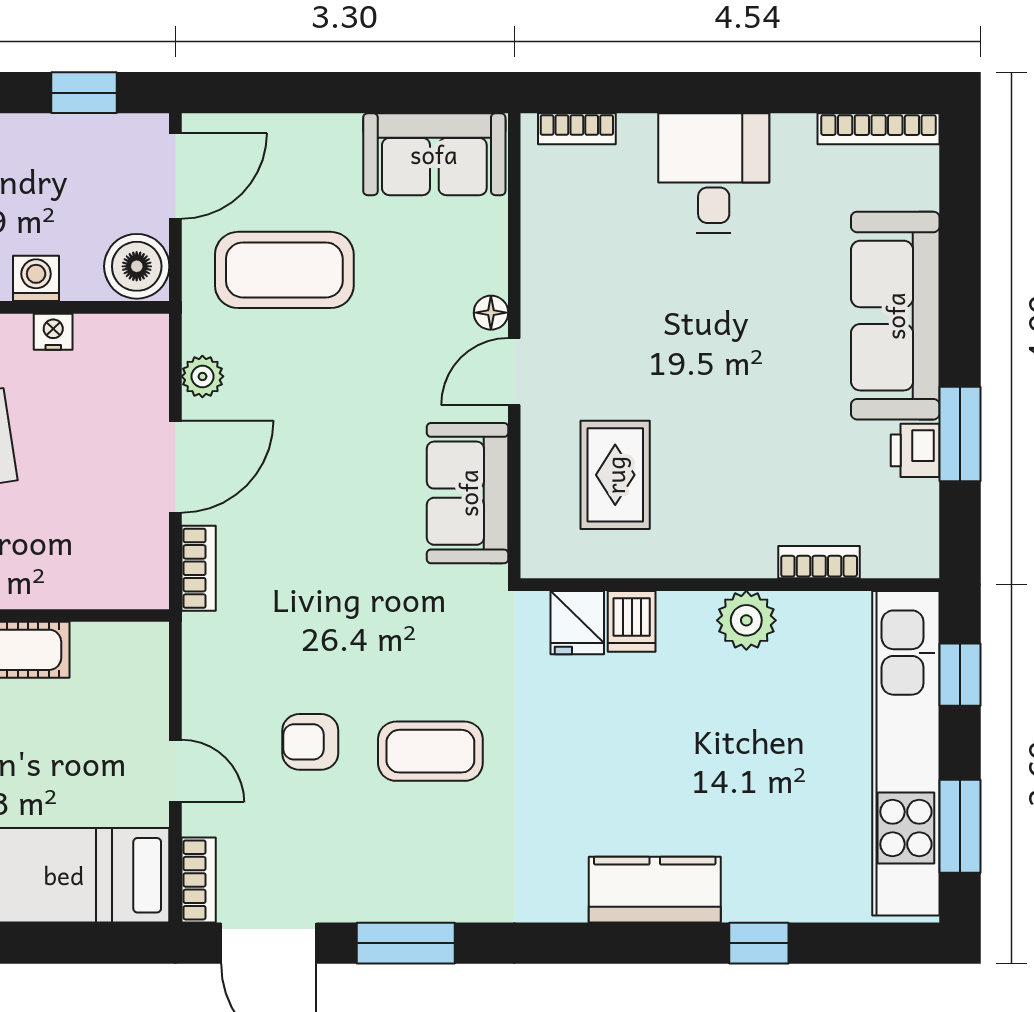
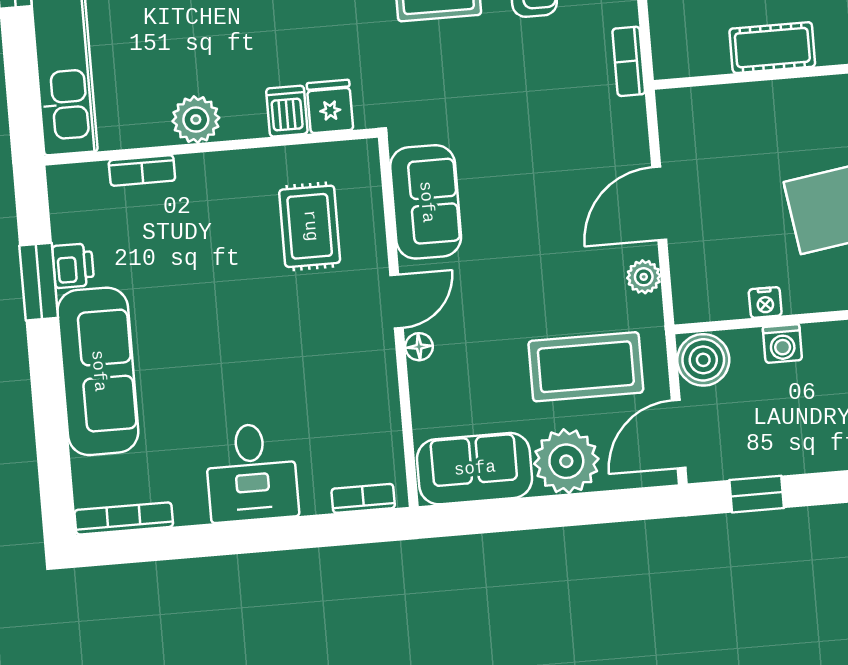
plant: (319, 154) -> (566, 461), added
bookcase: (199, 568) -> (629, 61), moved
window: (960, 675) -> (23, 91), removed

